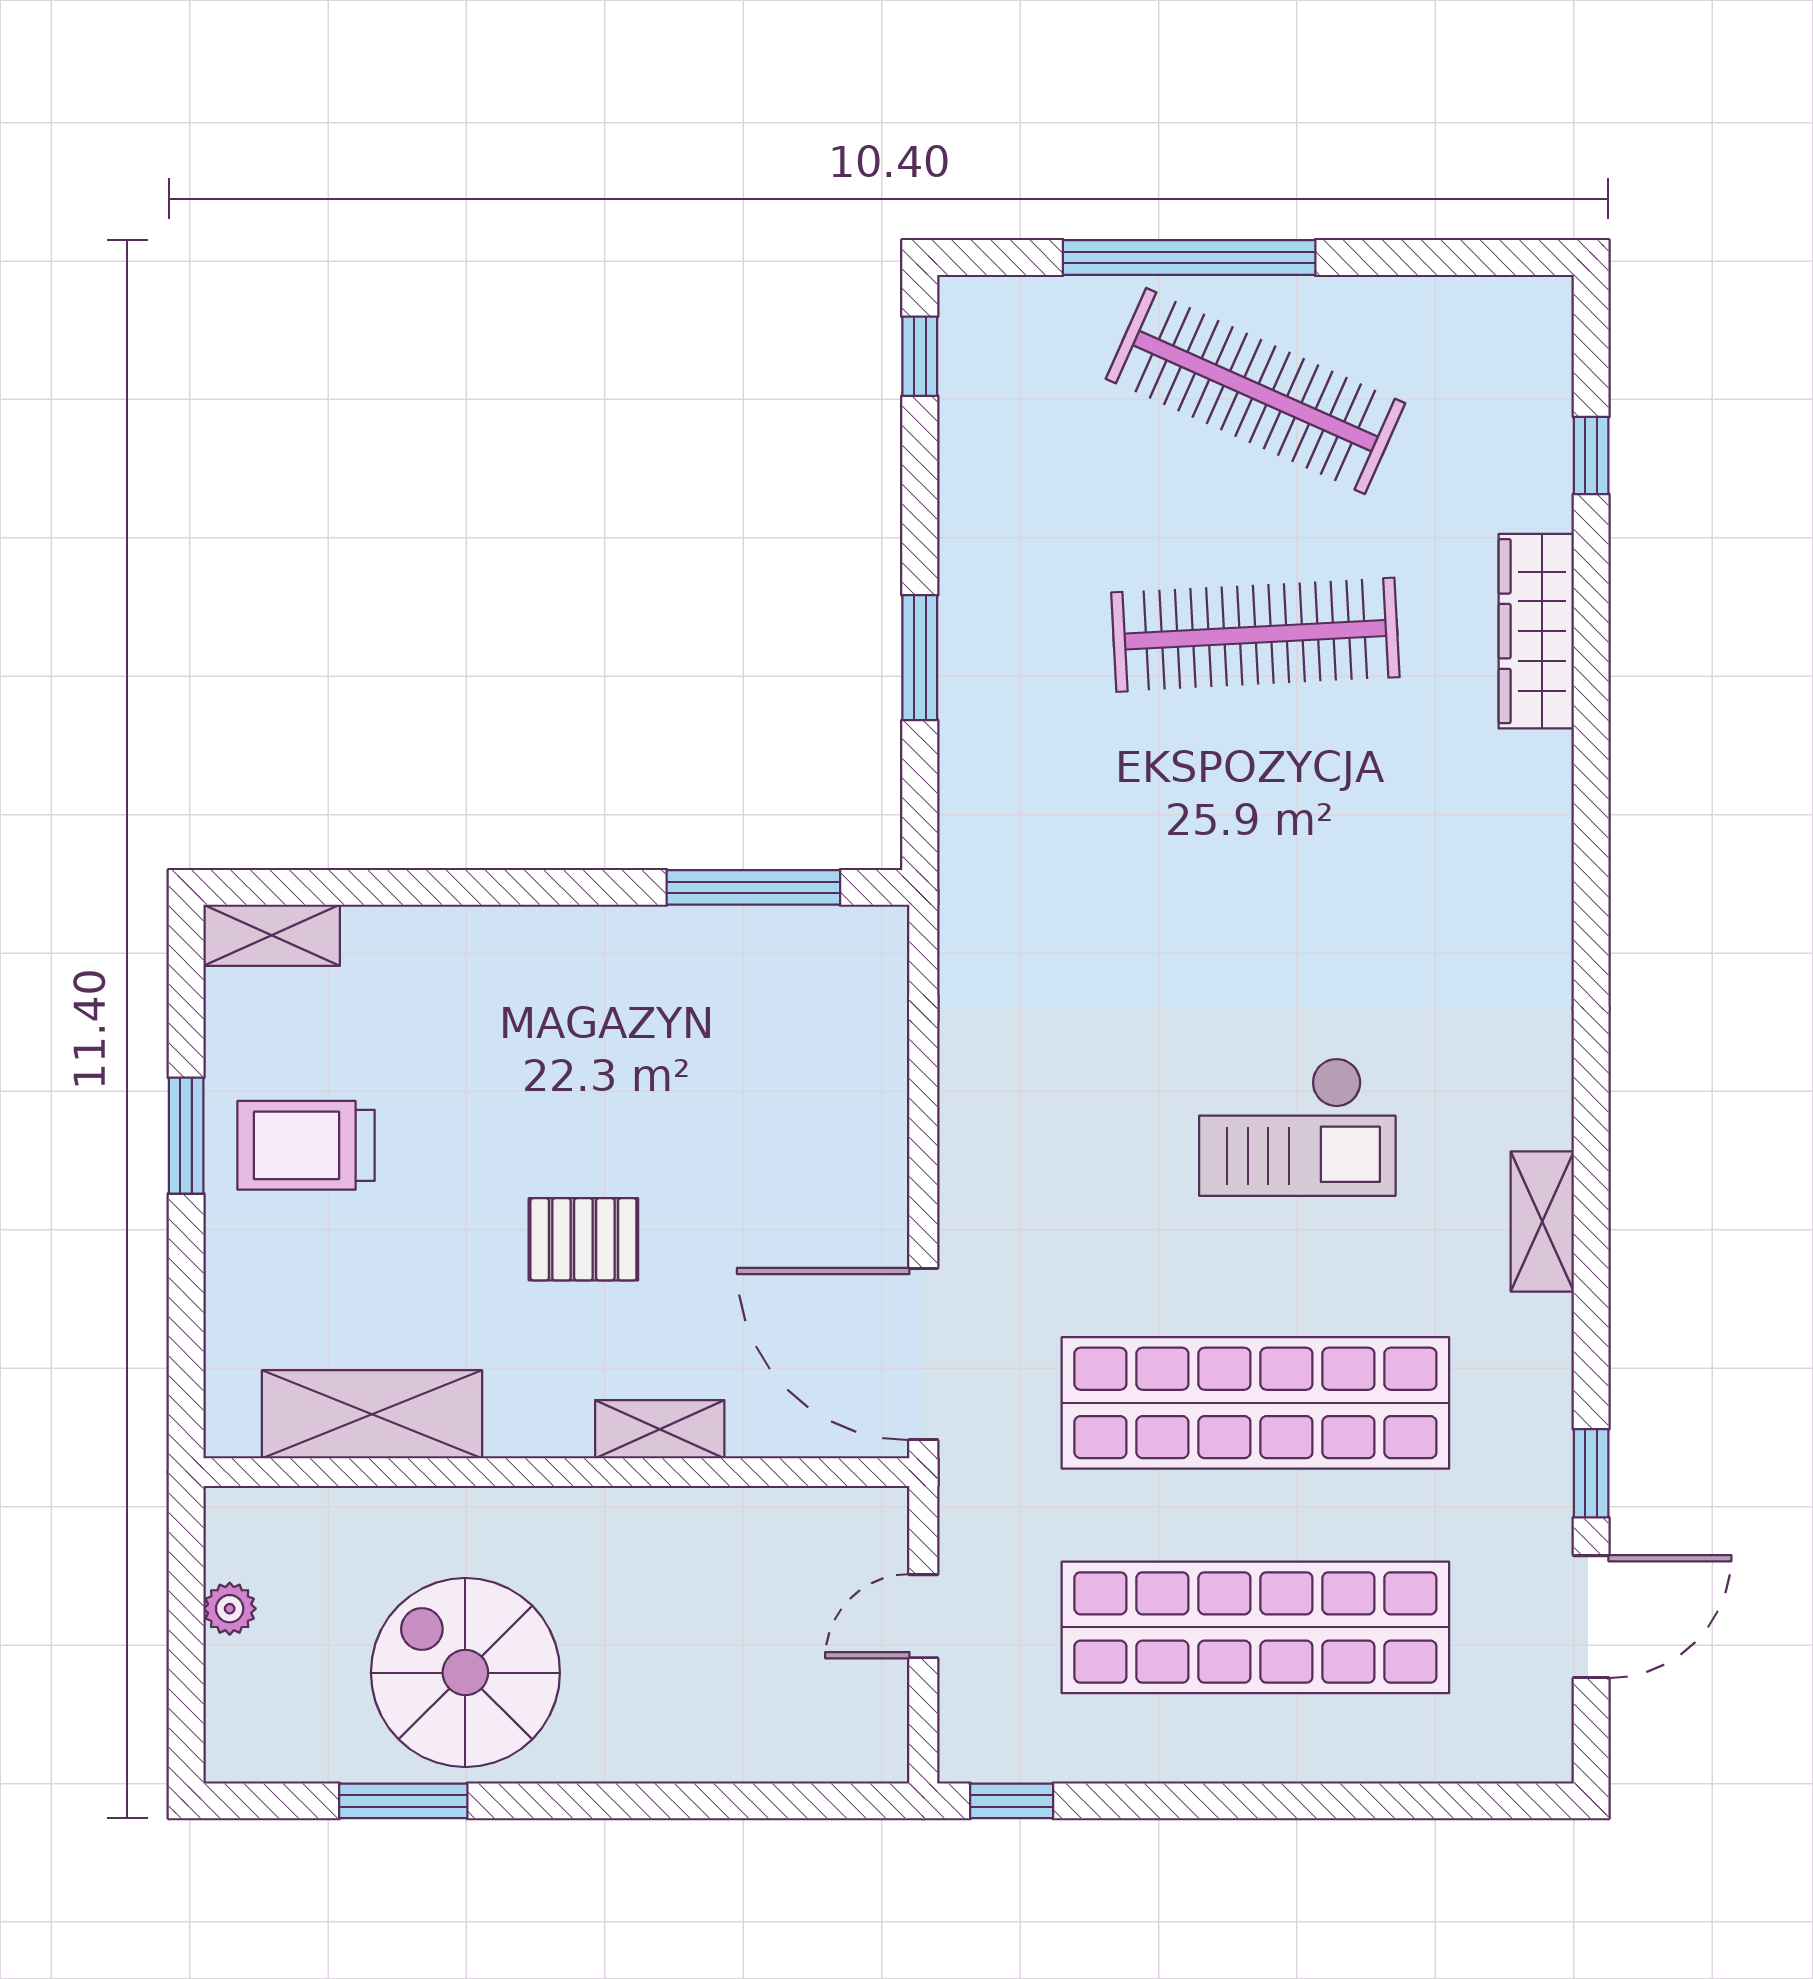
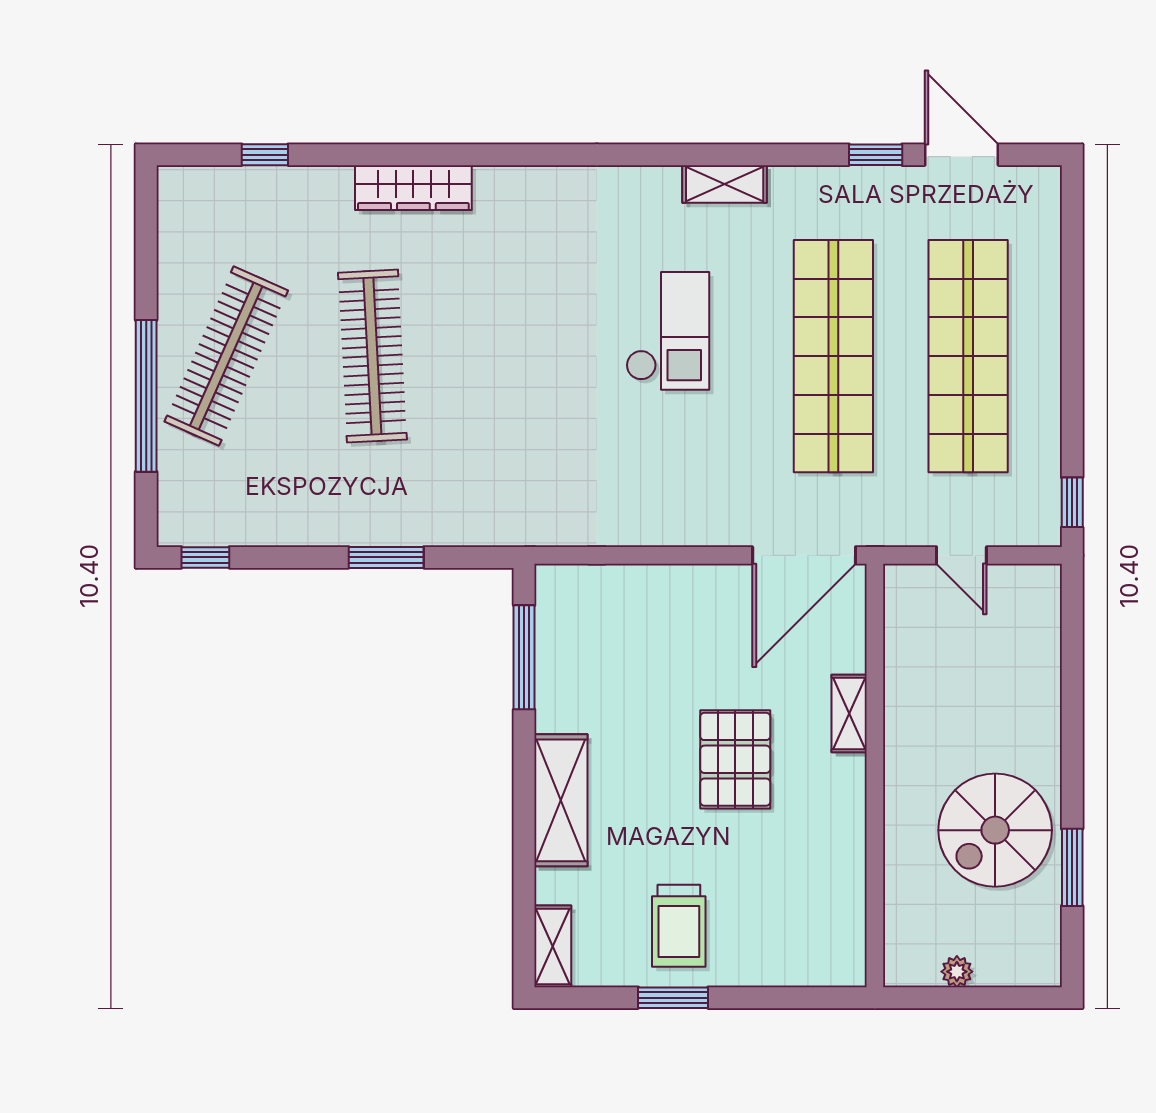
wardrobe: (1536, 631) -> (413, 188), moved
pallet: (583, 1239) -> (735, 759), width x1.50, depth x1.42
shelving: (372, 1414) -> (561, 800), moved

